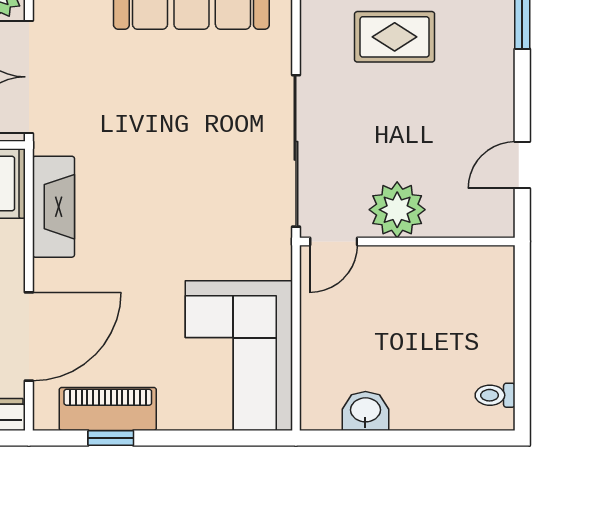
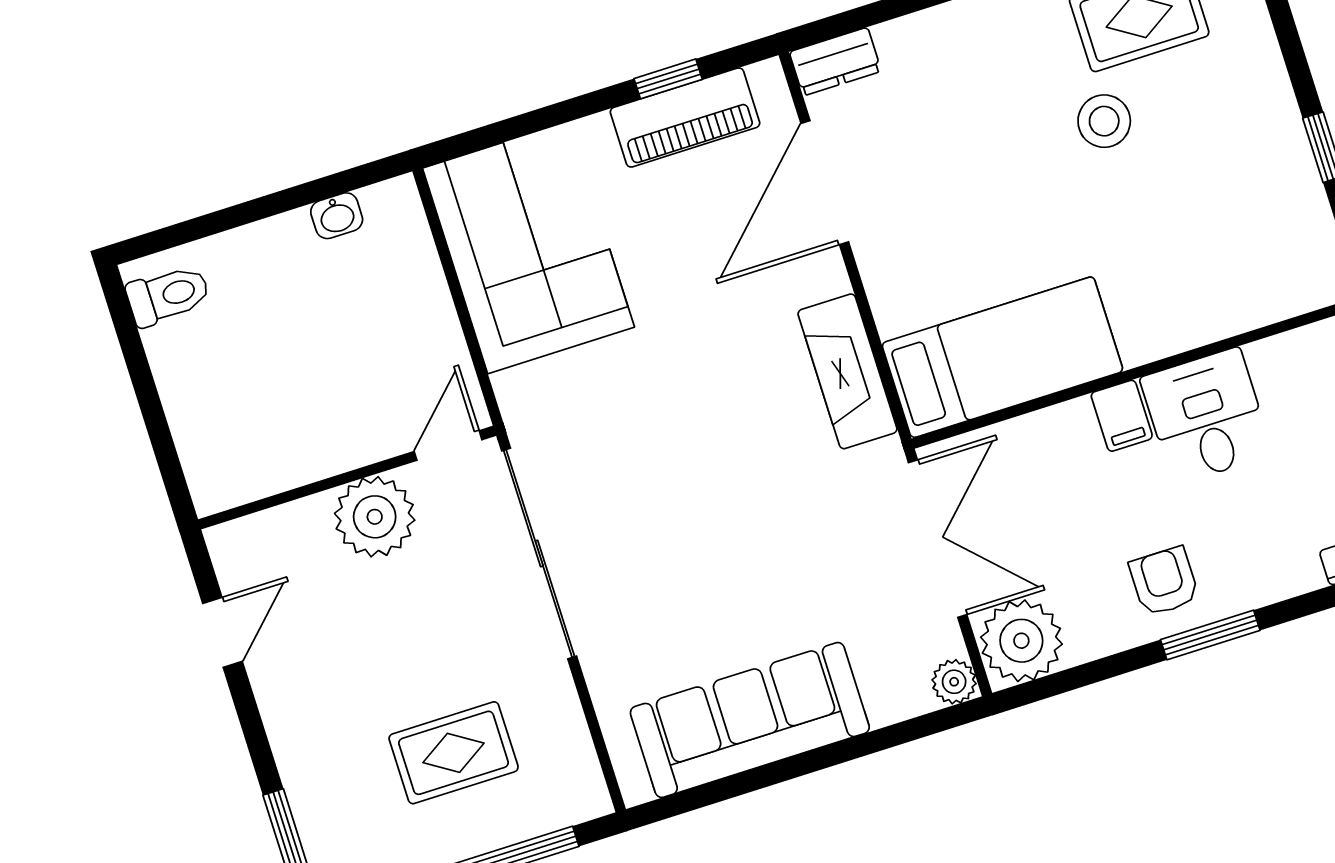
toilet: (495, 395) -> (168, 295), width x1.37, depth x1.39
washbasin: (365, 411) -> (337, 216), width x0.72, depth x0.69

